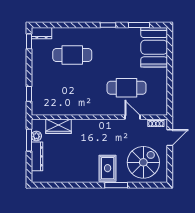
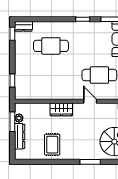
door: (132, 117) -> (90, 101), moved
wardrobe: (59, 126) -> (61, 109), moved
rug: (108, 168) -> (52, 145), moved

